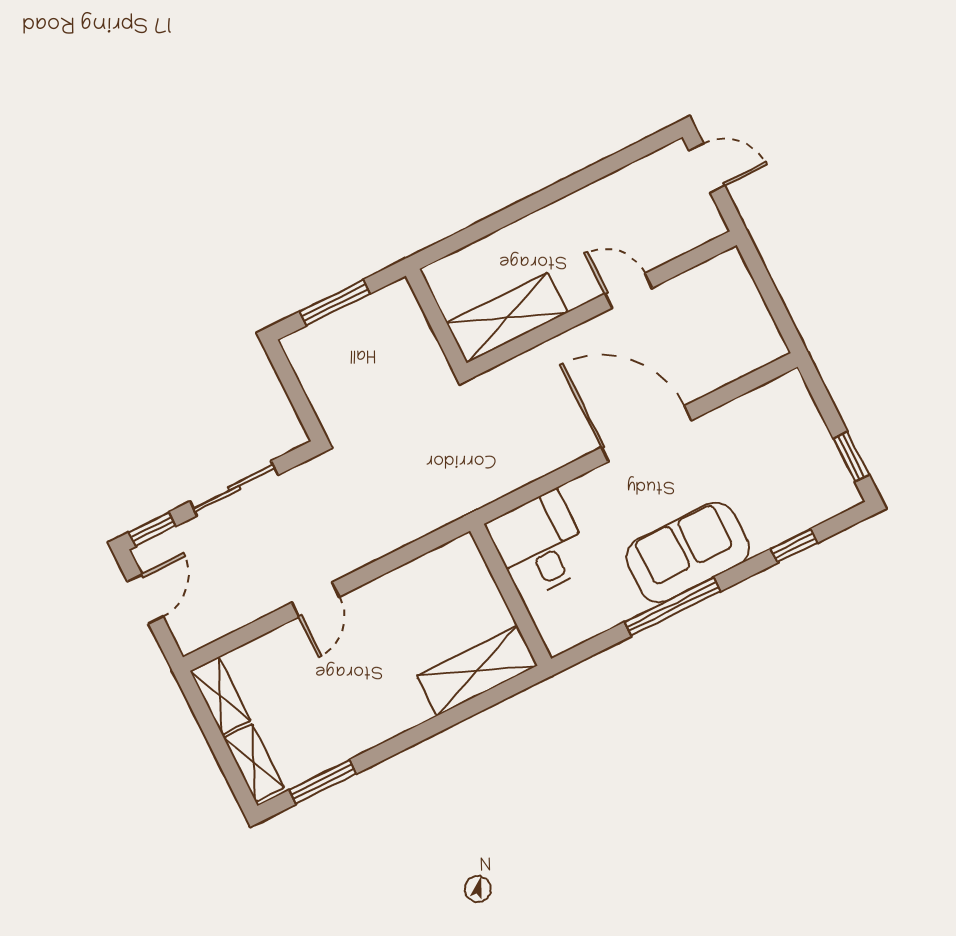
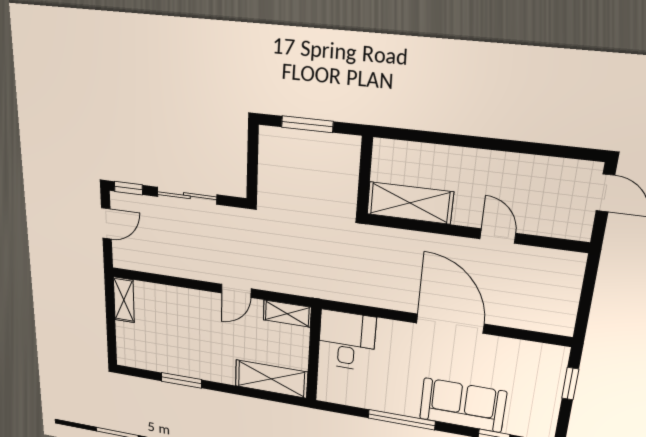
window: (851, 457) -> (570, 384), moved
sofa: (688, 552) -> (463, 405), moved
door: (315, 600) -> (236, 291), moved
shelving: (254, 763) -> (287, 314), moved, turned 90
window: (323, 782) -> (181, 380), moved

